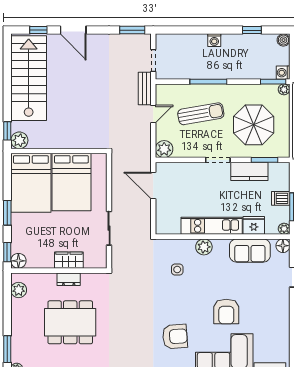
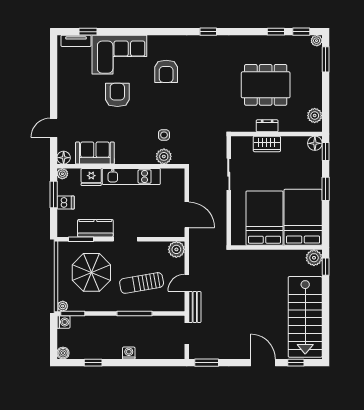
plant: (204, 247) -> (164, 156), moved
armchair: (175, 336) -> (166, 71), turned -86

